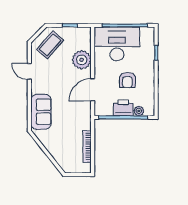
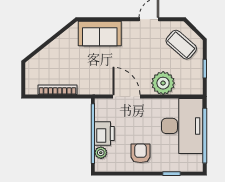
armchair: (127, 80) -> (140, 153), moved, turned 90

